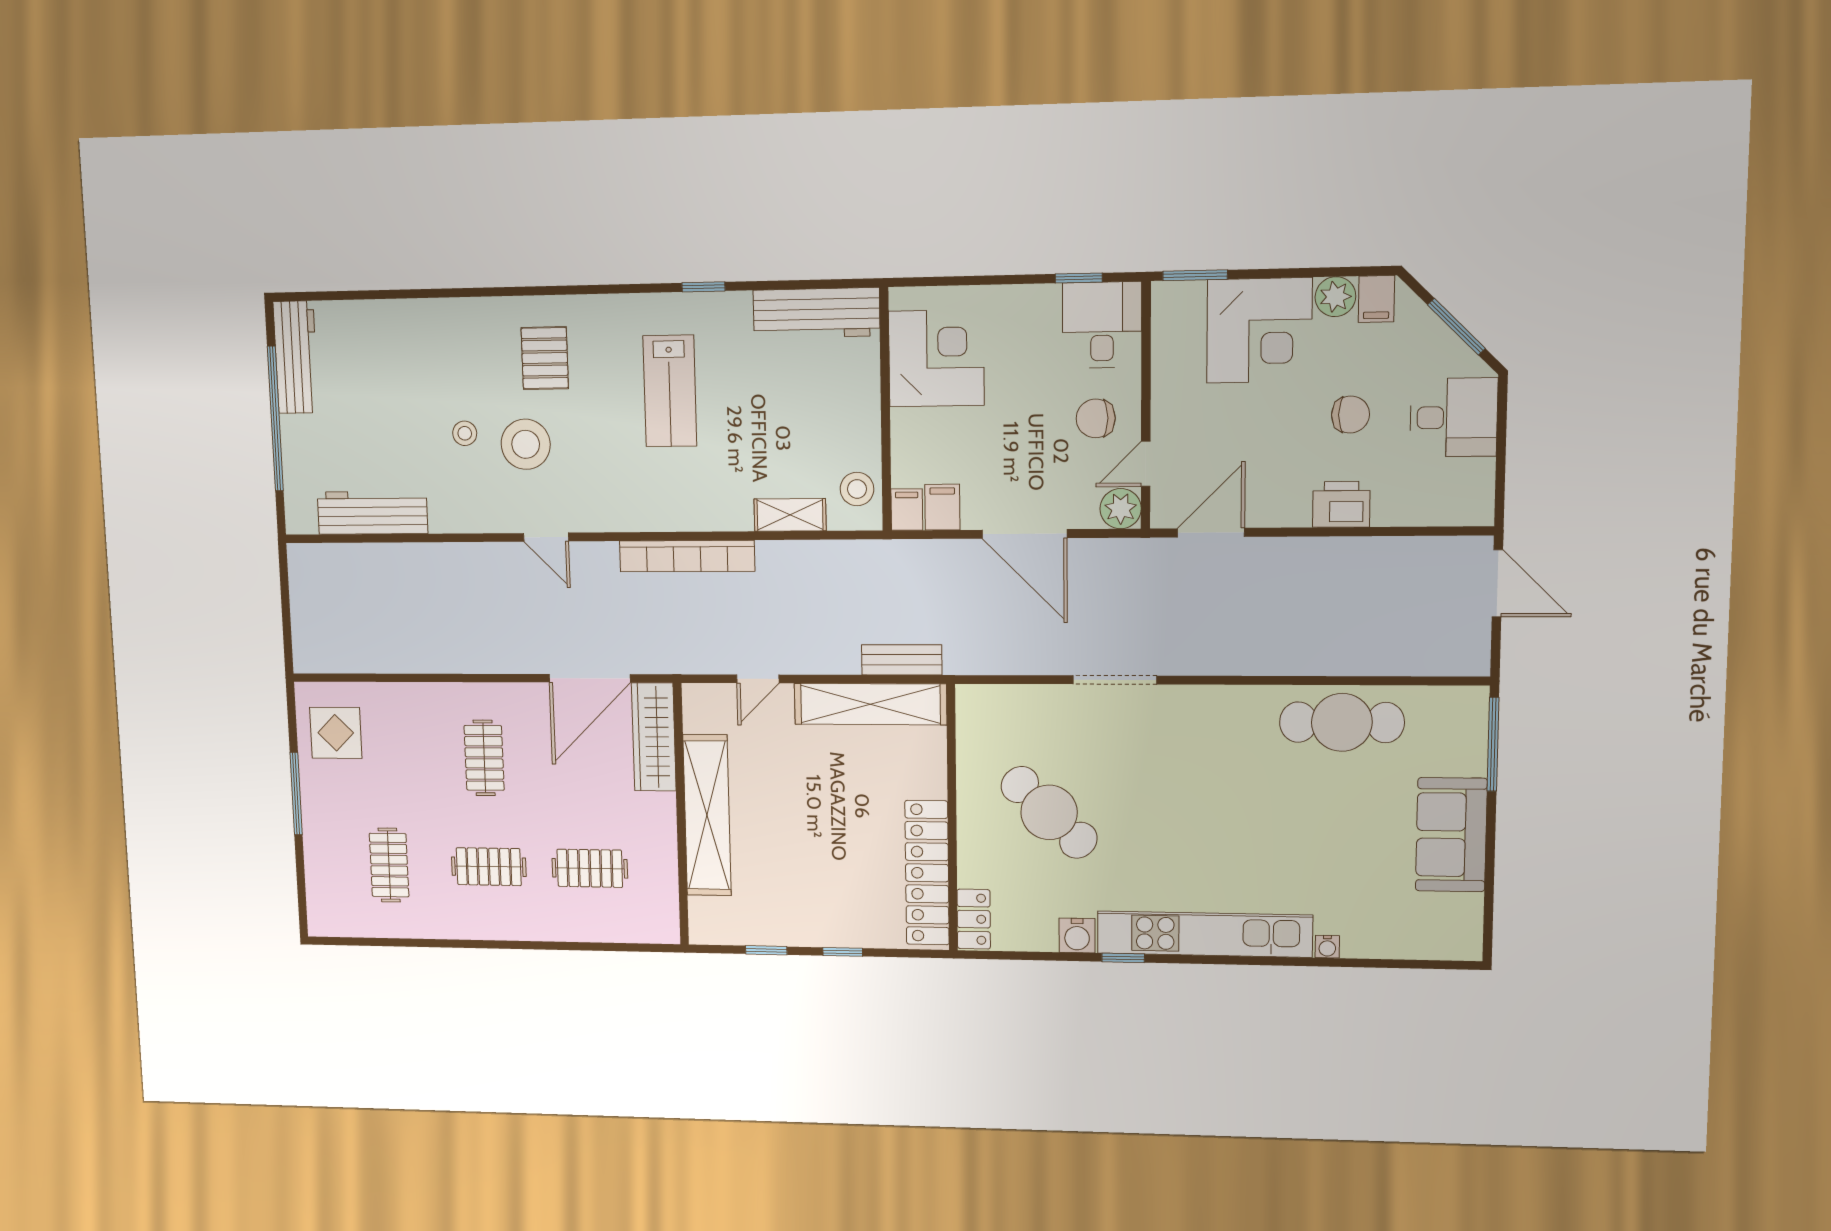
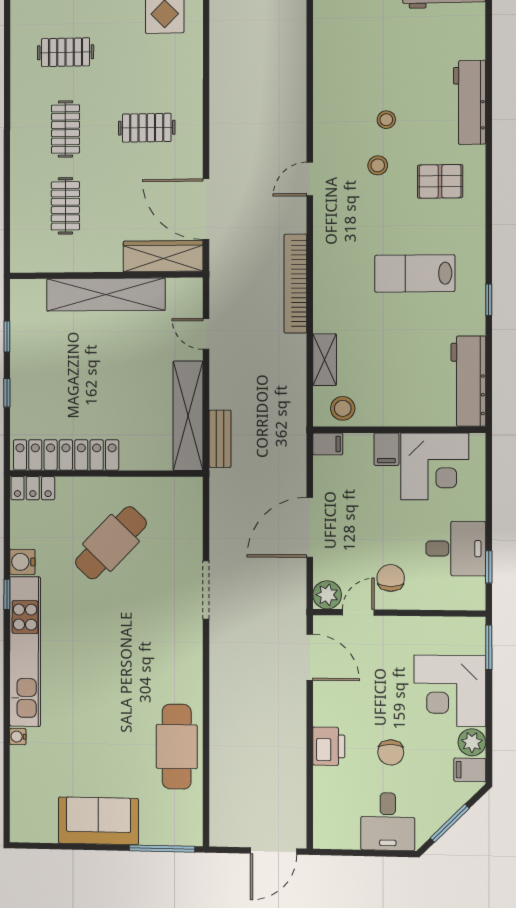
desk: (1102, 325) -> (456, 549), moved
stool: (526, 444) -> (378, 165), width x0.53, depth x0.53
door: (1146, 464) -> (358, 612), hinge flipped
filing cabinet: (942, 507) -> (386, 449), moved, turned 90
workbench: (372, 513) -> (469, 102), moved, turned 180

